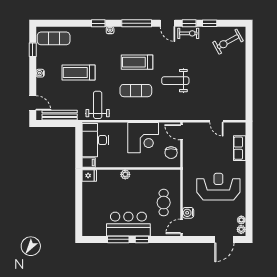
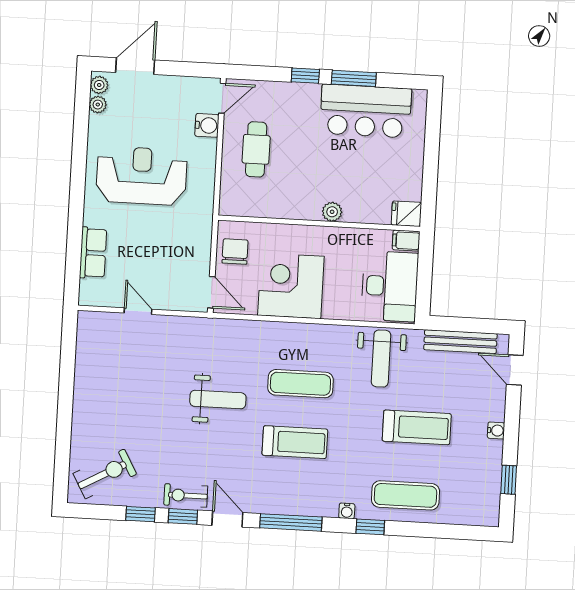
exercise mat: (54, 38) -> (405, 495), moved
reception desk: (218, 187) -> (141, 176), turned 180
bar counter: (128, 224) -> (366, 111), moved

